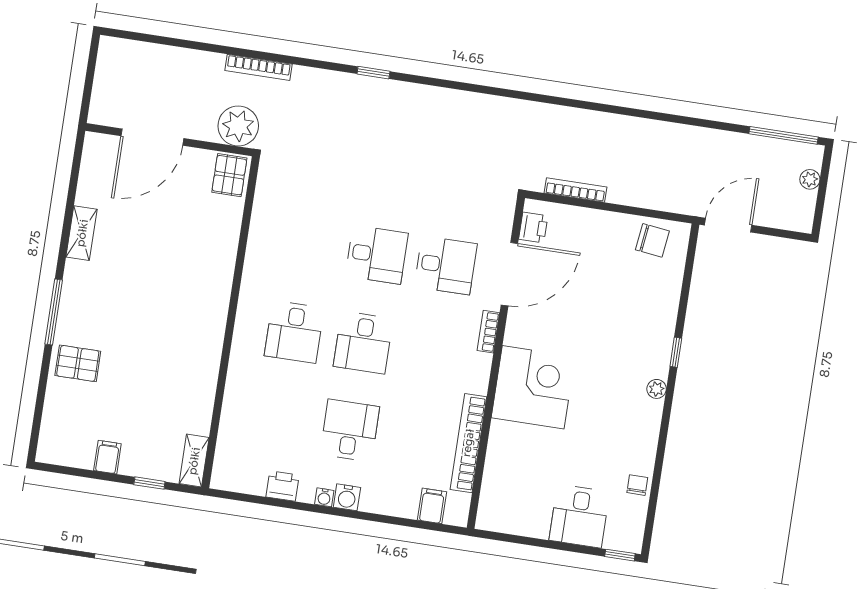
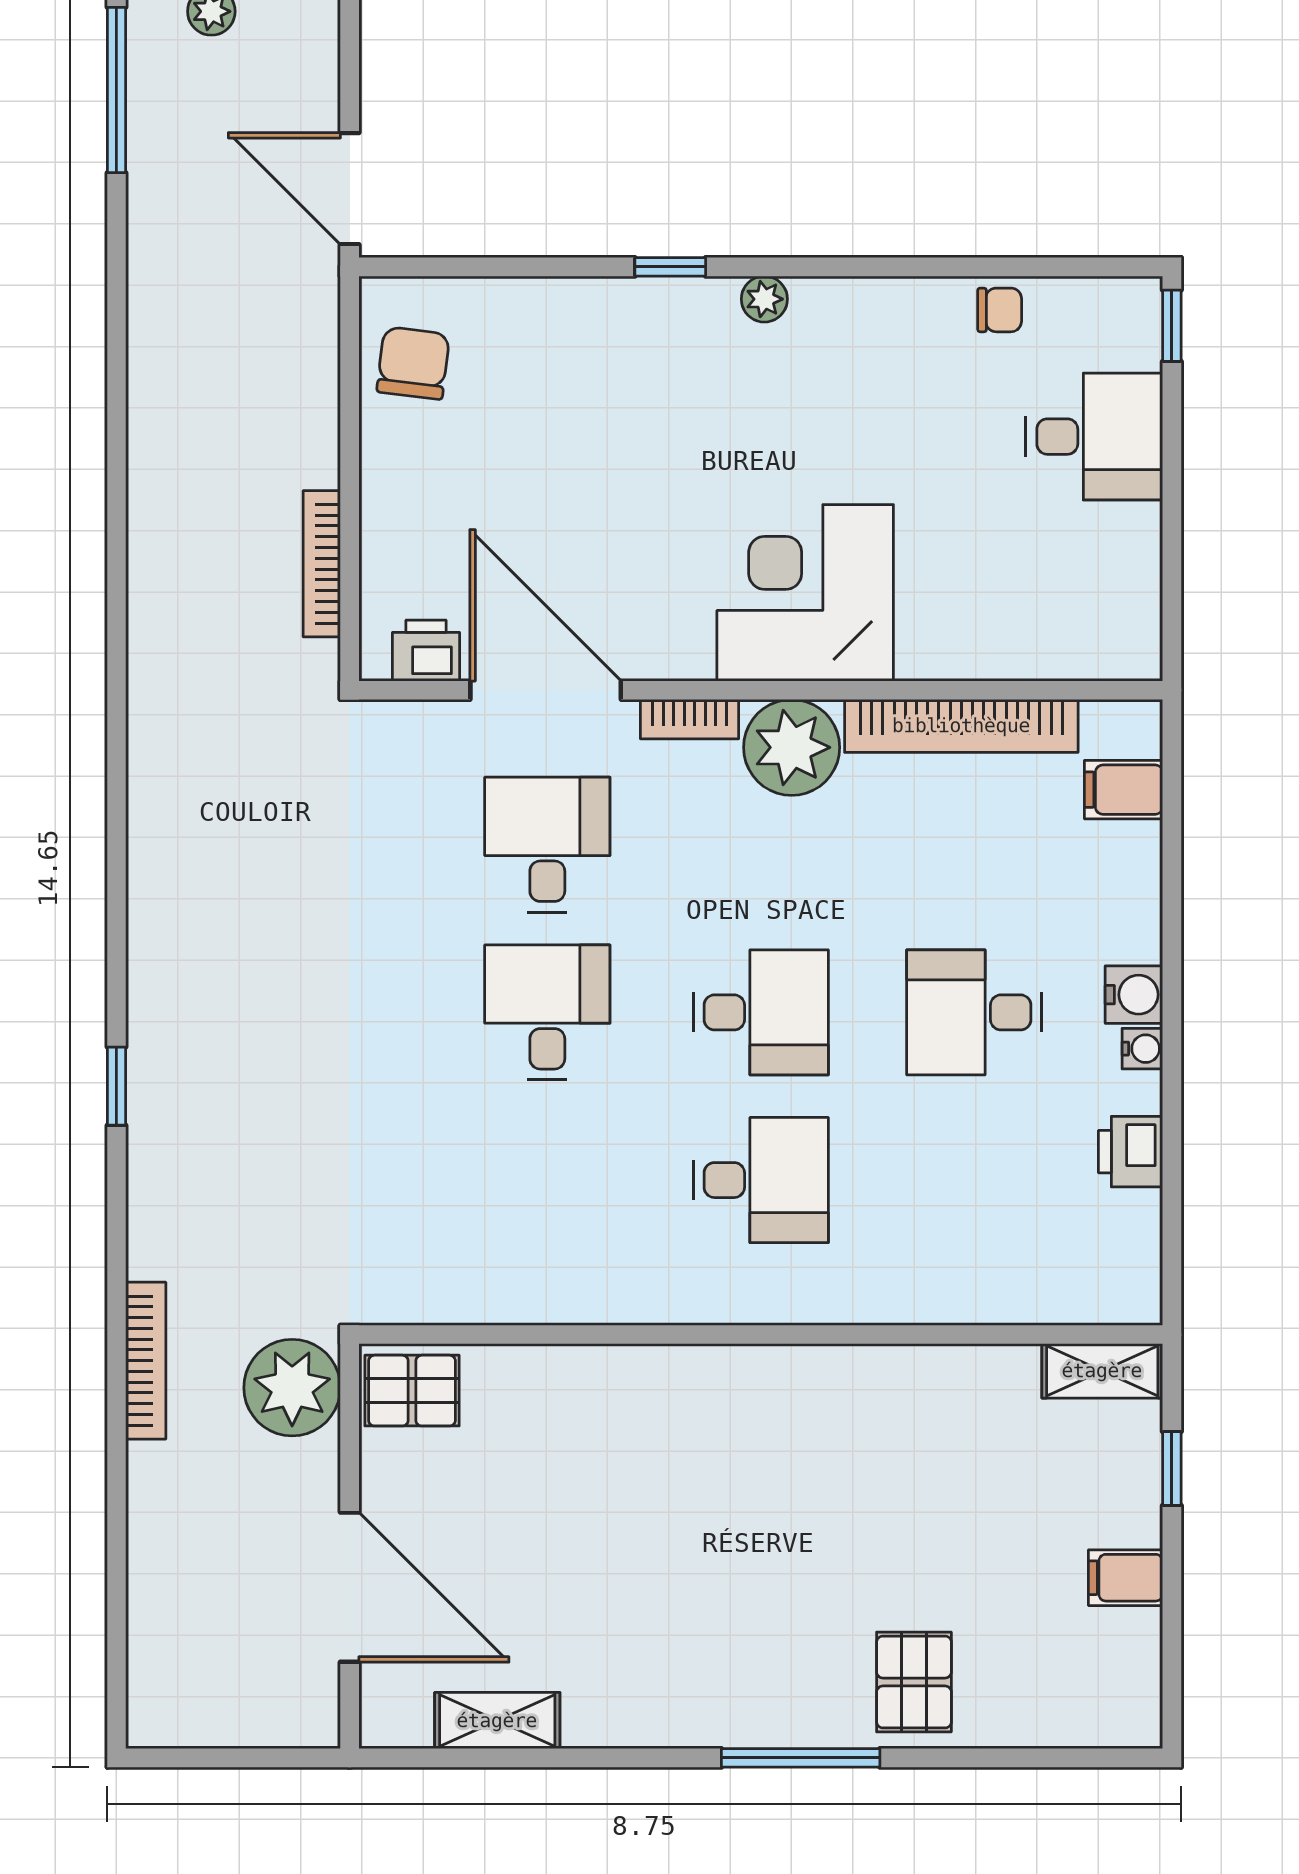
shelving: (82, 233) -> (497, 1721), moved
plant: (470, 372) -> (792, 747), added
chair: (637, 485) -> (1000, 310), turned 180

